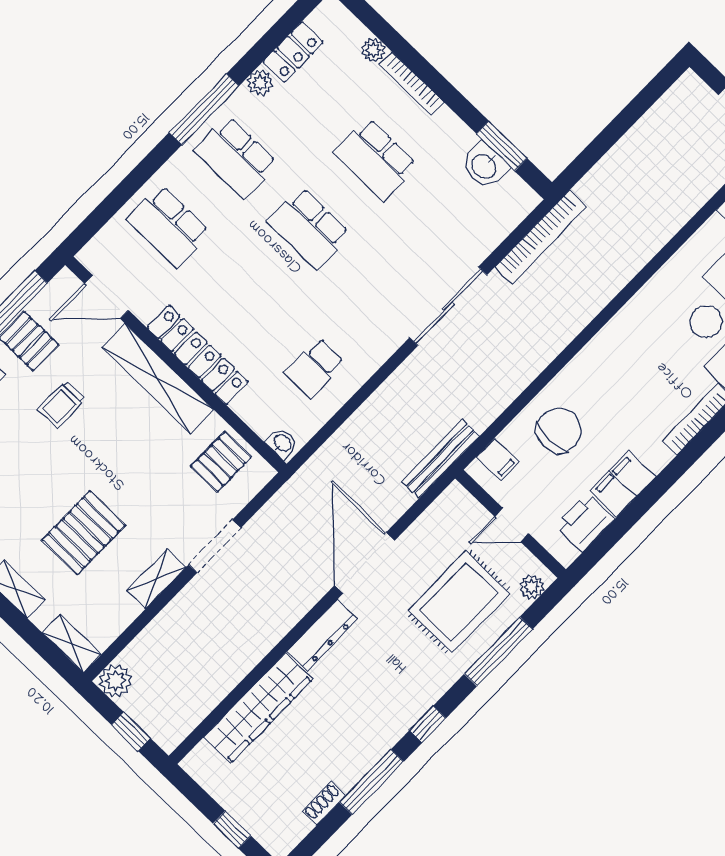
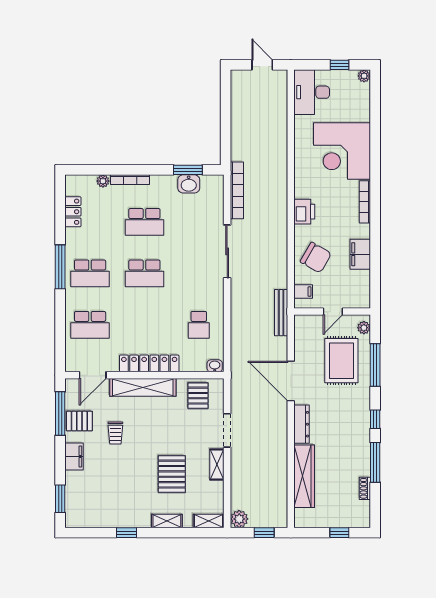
plant: (260, 83) -> (72, 236), removed
chair: (559, 430) -> (316, 258), turned 120
printer: (585, 522) -> (304, 212), moved, turned 180

